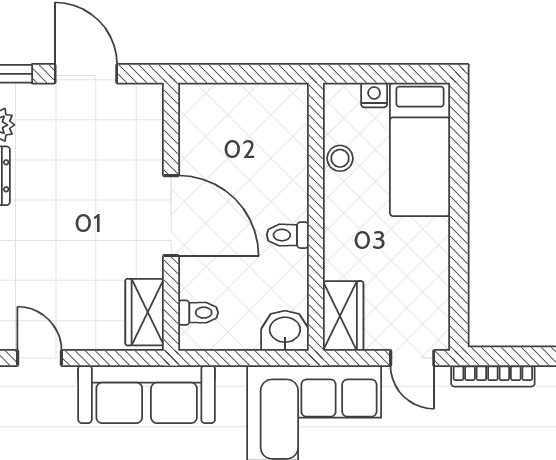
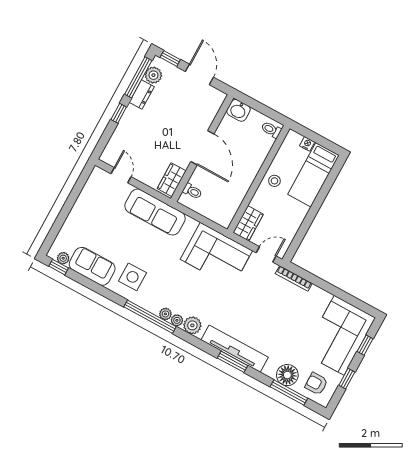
stool: (340, 158) -> (274, 181), moved
toilet: (288, 235) -> (271, 130), moved
washbasin: (285, 331) -> (238, 110), moved, turned 180
door: (412, 358) -> (266, 254), swing flipped

